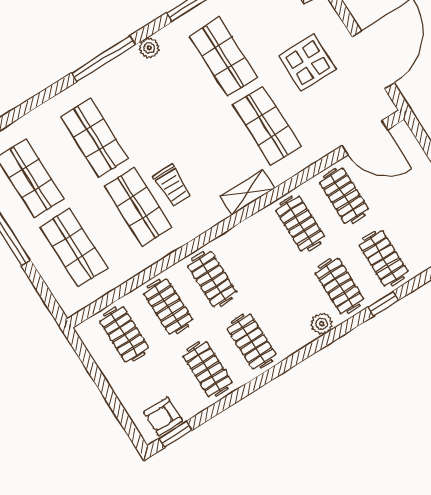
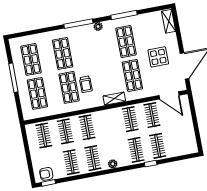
plant: (322, 324) -> (113, 164), moved

